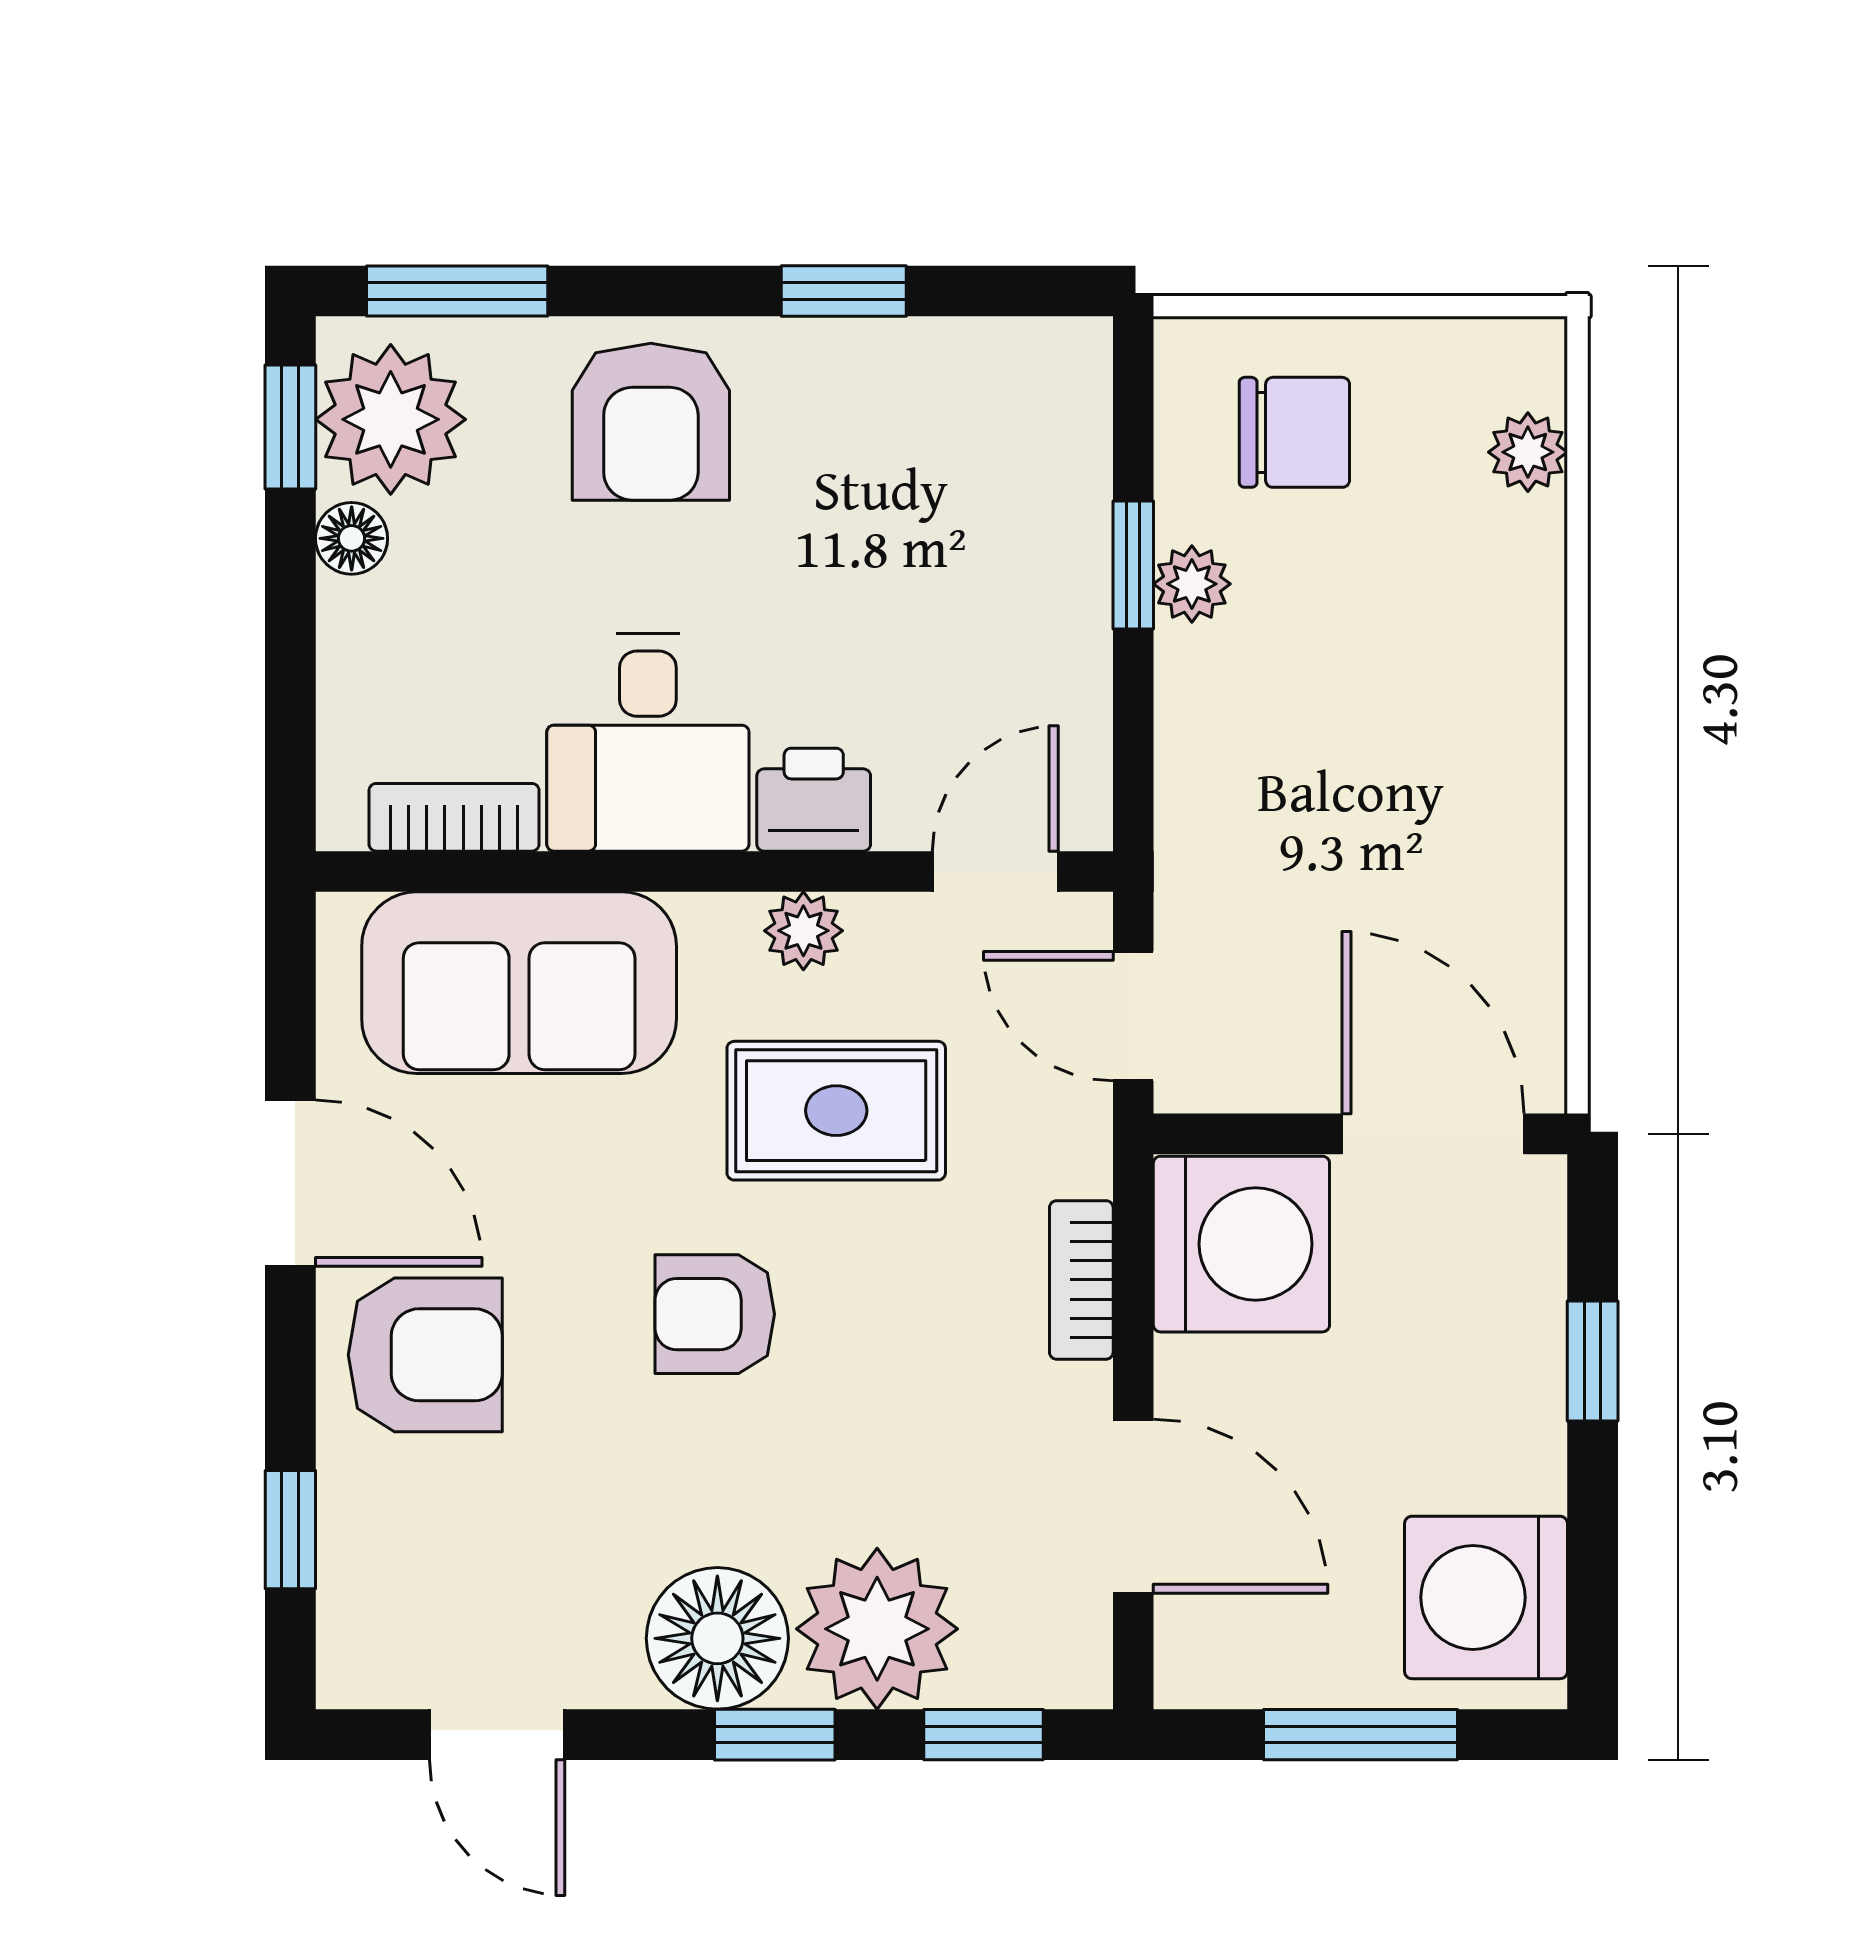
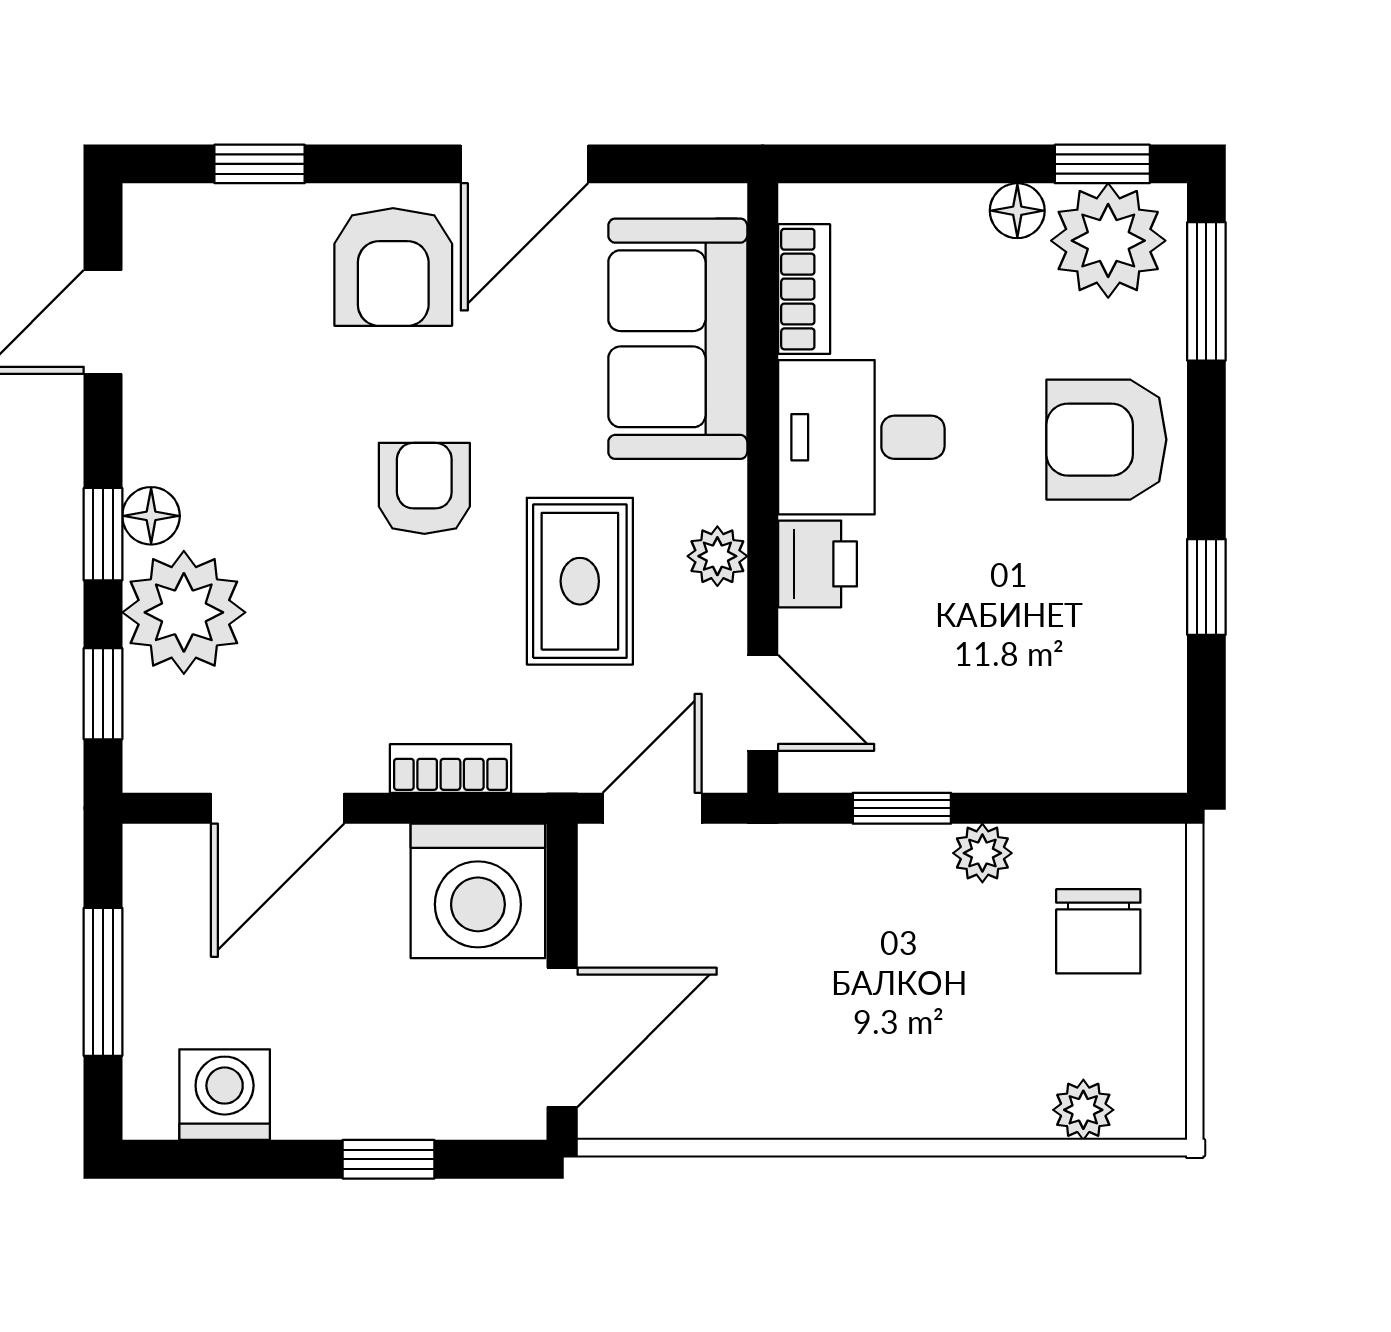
window: (1133, 565) -> (902, 808), moved
washing machine: (1486, 1597) -> (225, 1095), width x0.73, depth x0.73
floor lamp: (717, 1638) -> (151, 516), width x0.53, depth x0.53

